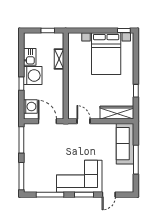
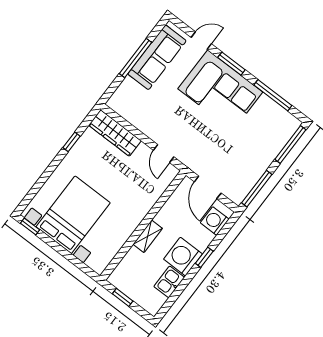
shelving: (59, 59) -> (148, 236), moved
sofa: (125, 144) -> (157, 57), moved

